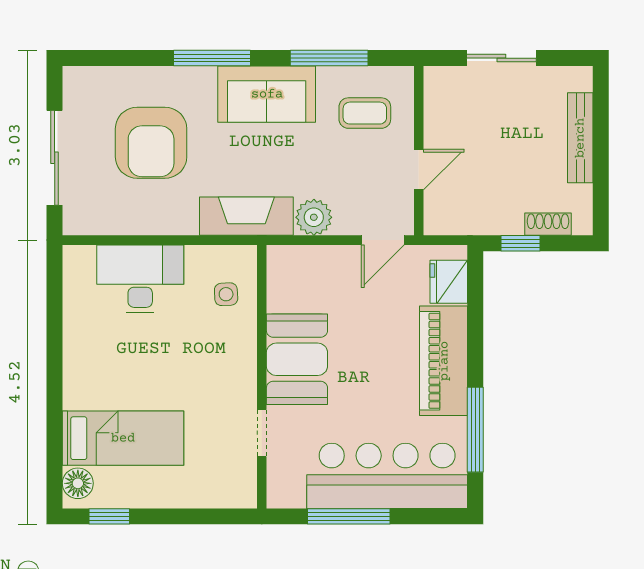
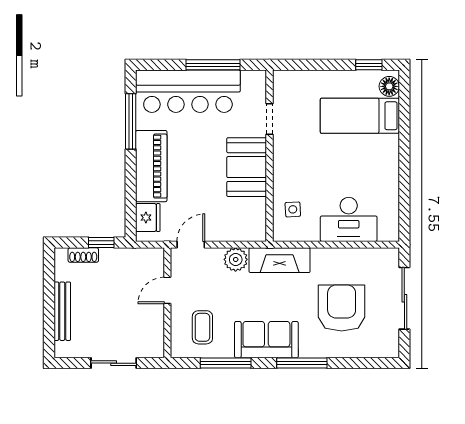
coffee table: (365, 113) -> (202, 327), turned 90

